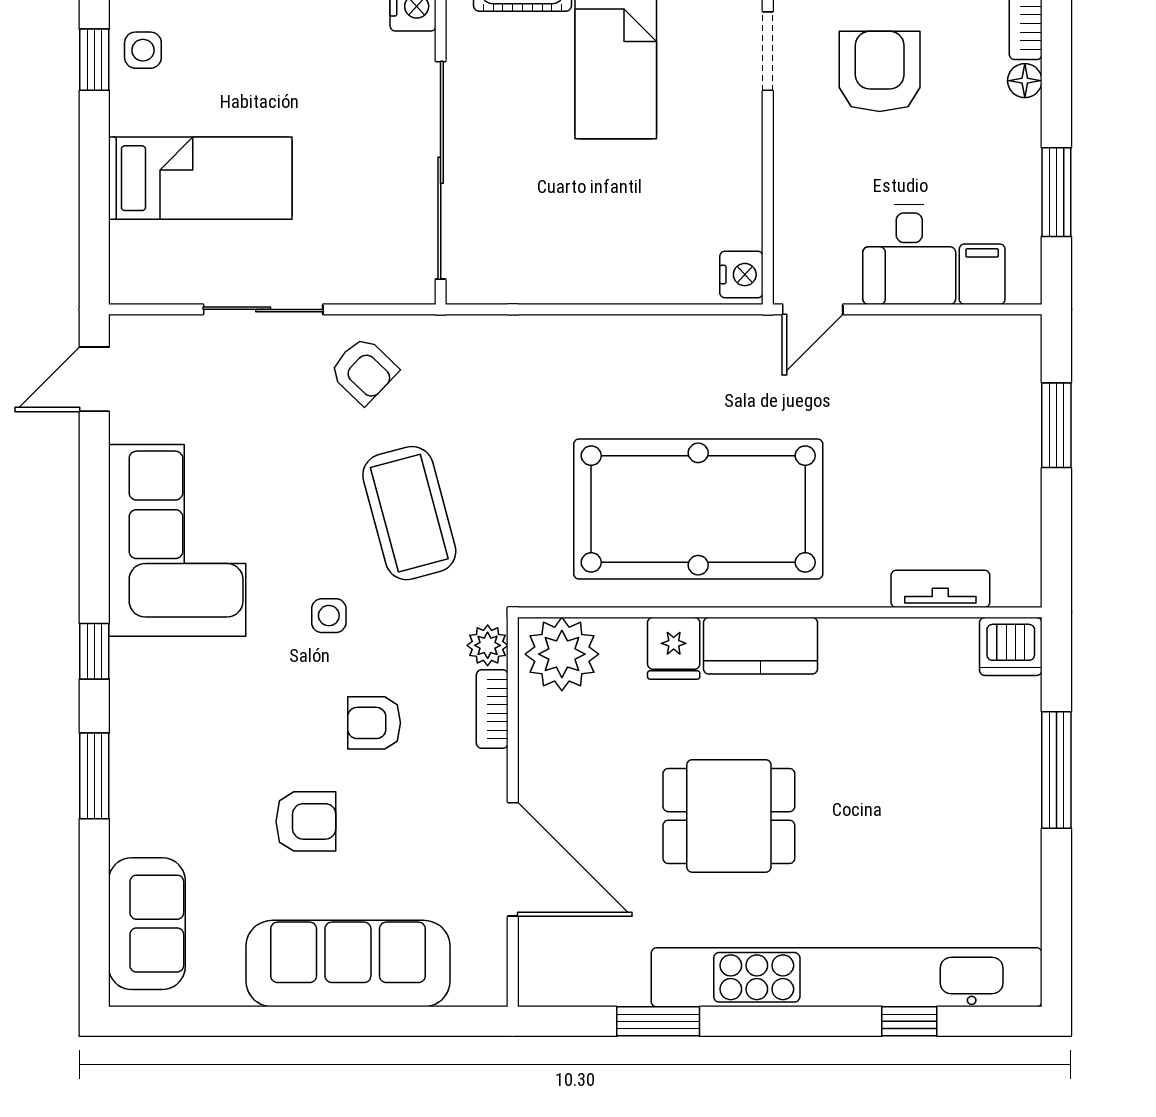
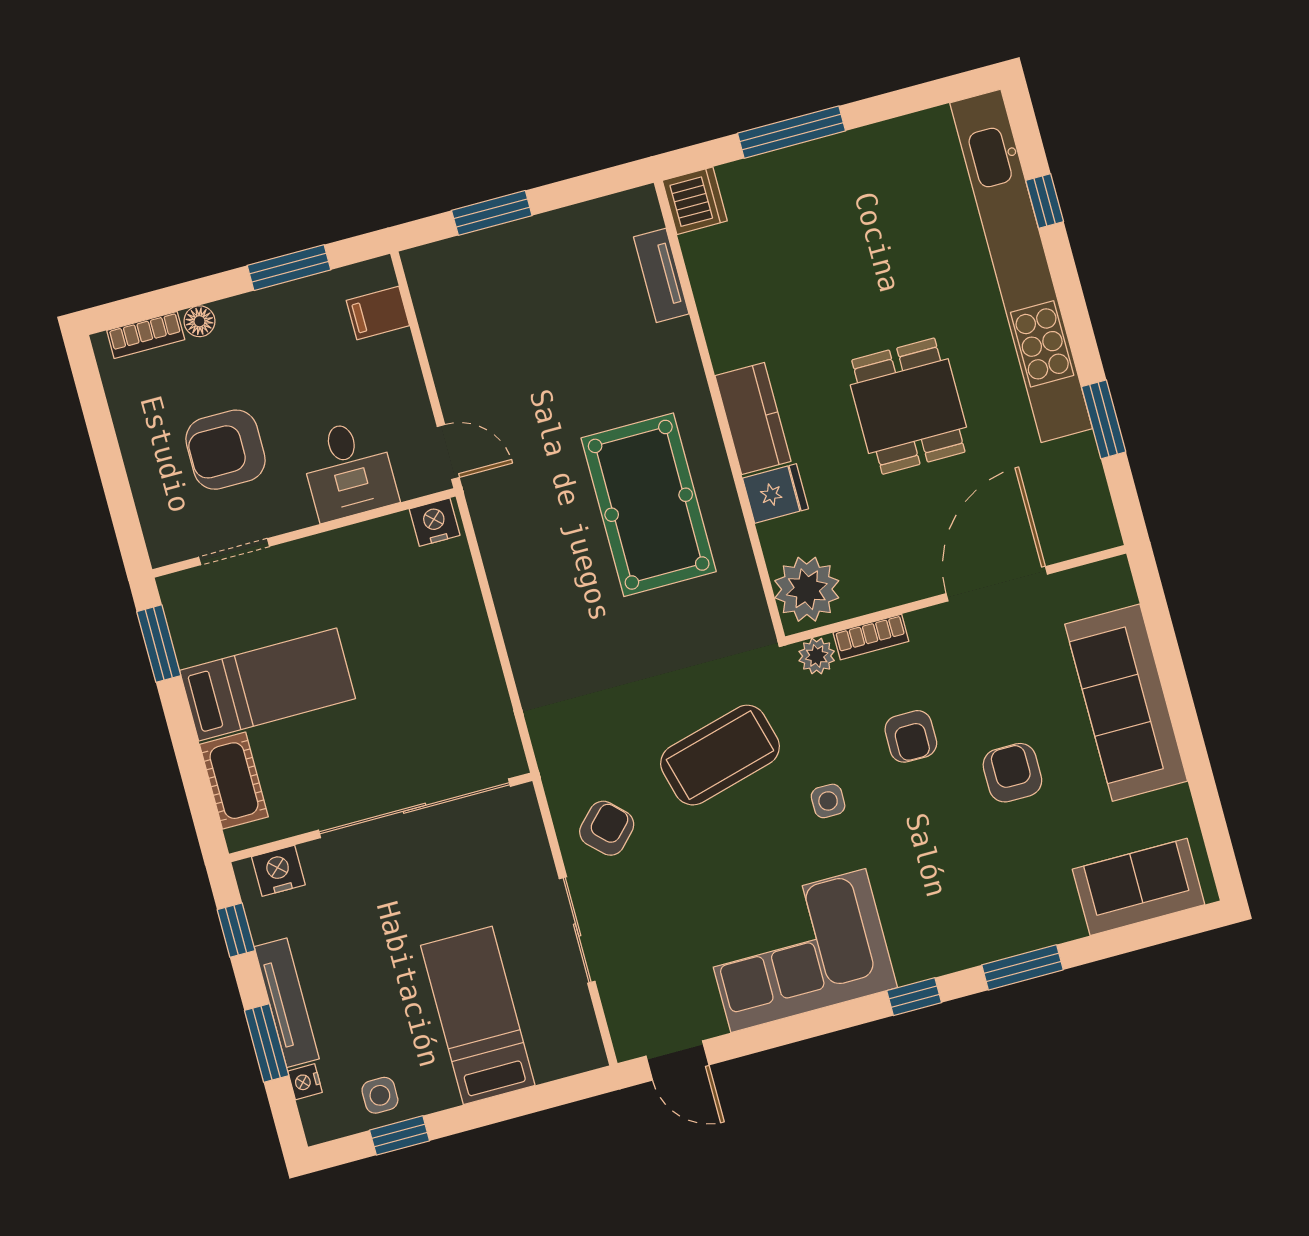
desk: (909, 255) -> (349, 470), moved, turned 90
pool table: (698, 509) -> (649, 505), width x0.73, depth x0.76

